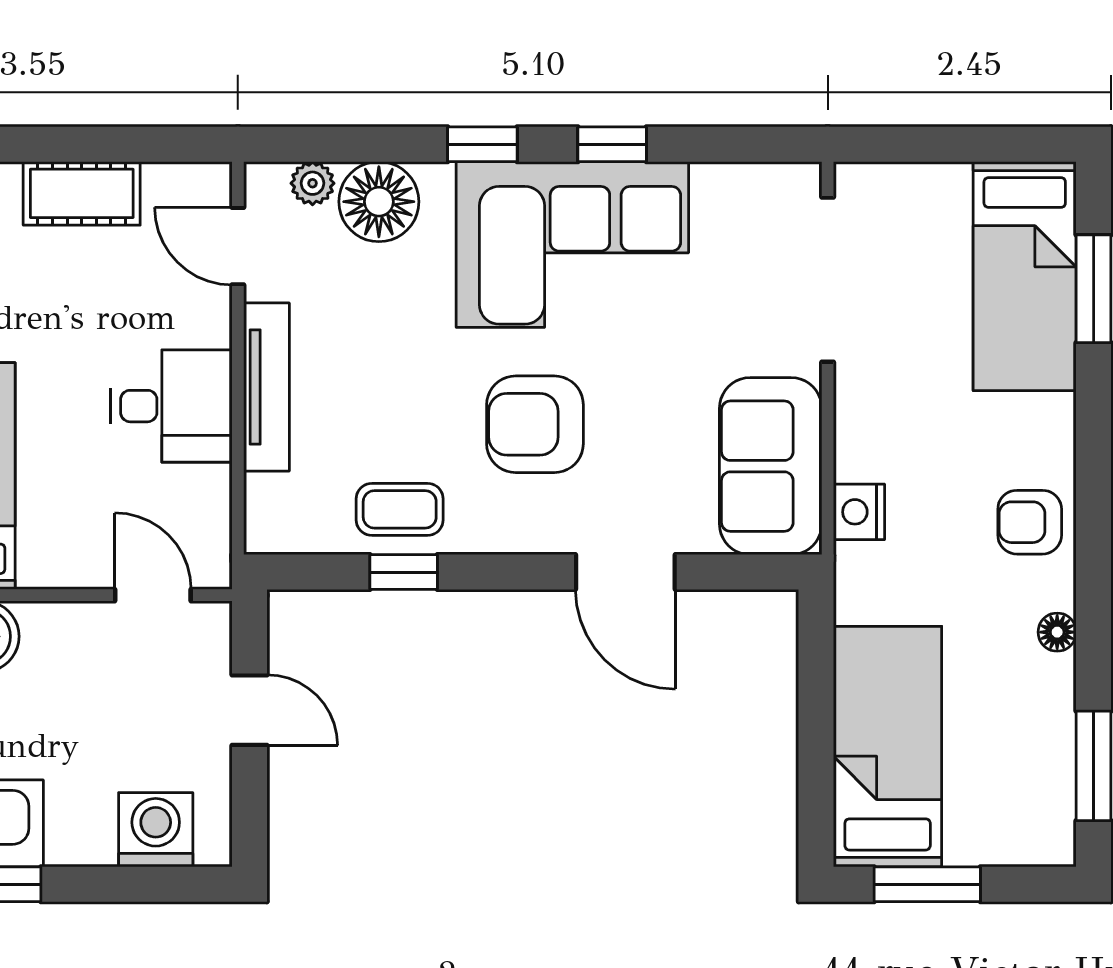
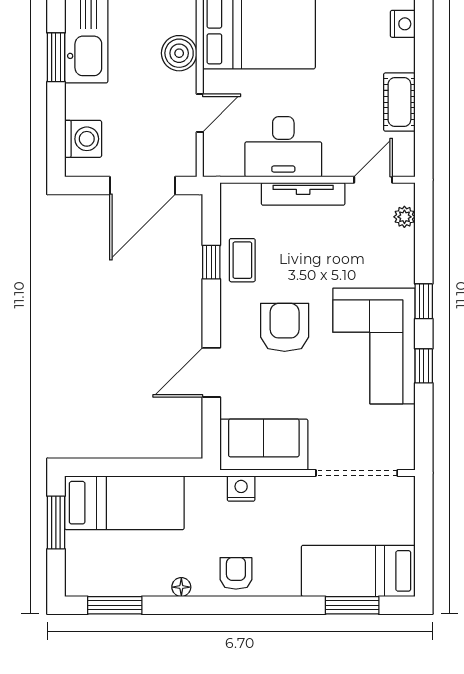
floor lamp: (379, 202) -> (395, 250), removed
desk: (172, 406) -> (283, 147), width x1.37
door: (153, 595) -> (200, 113), moved
door: (250, 710) -> (143, 185), width x1.87

